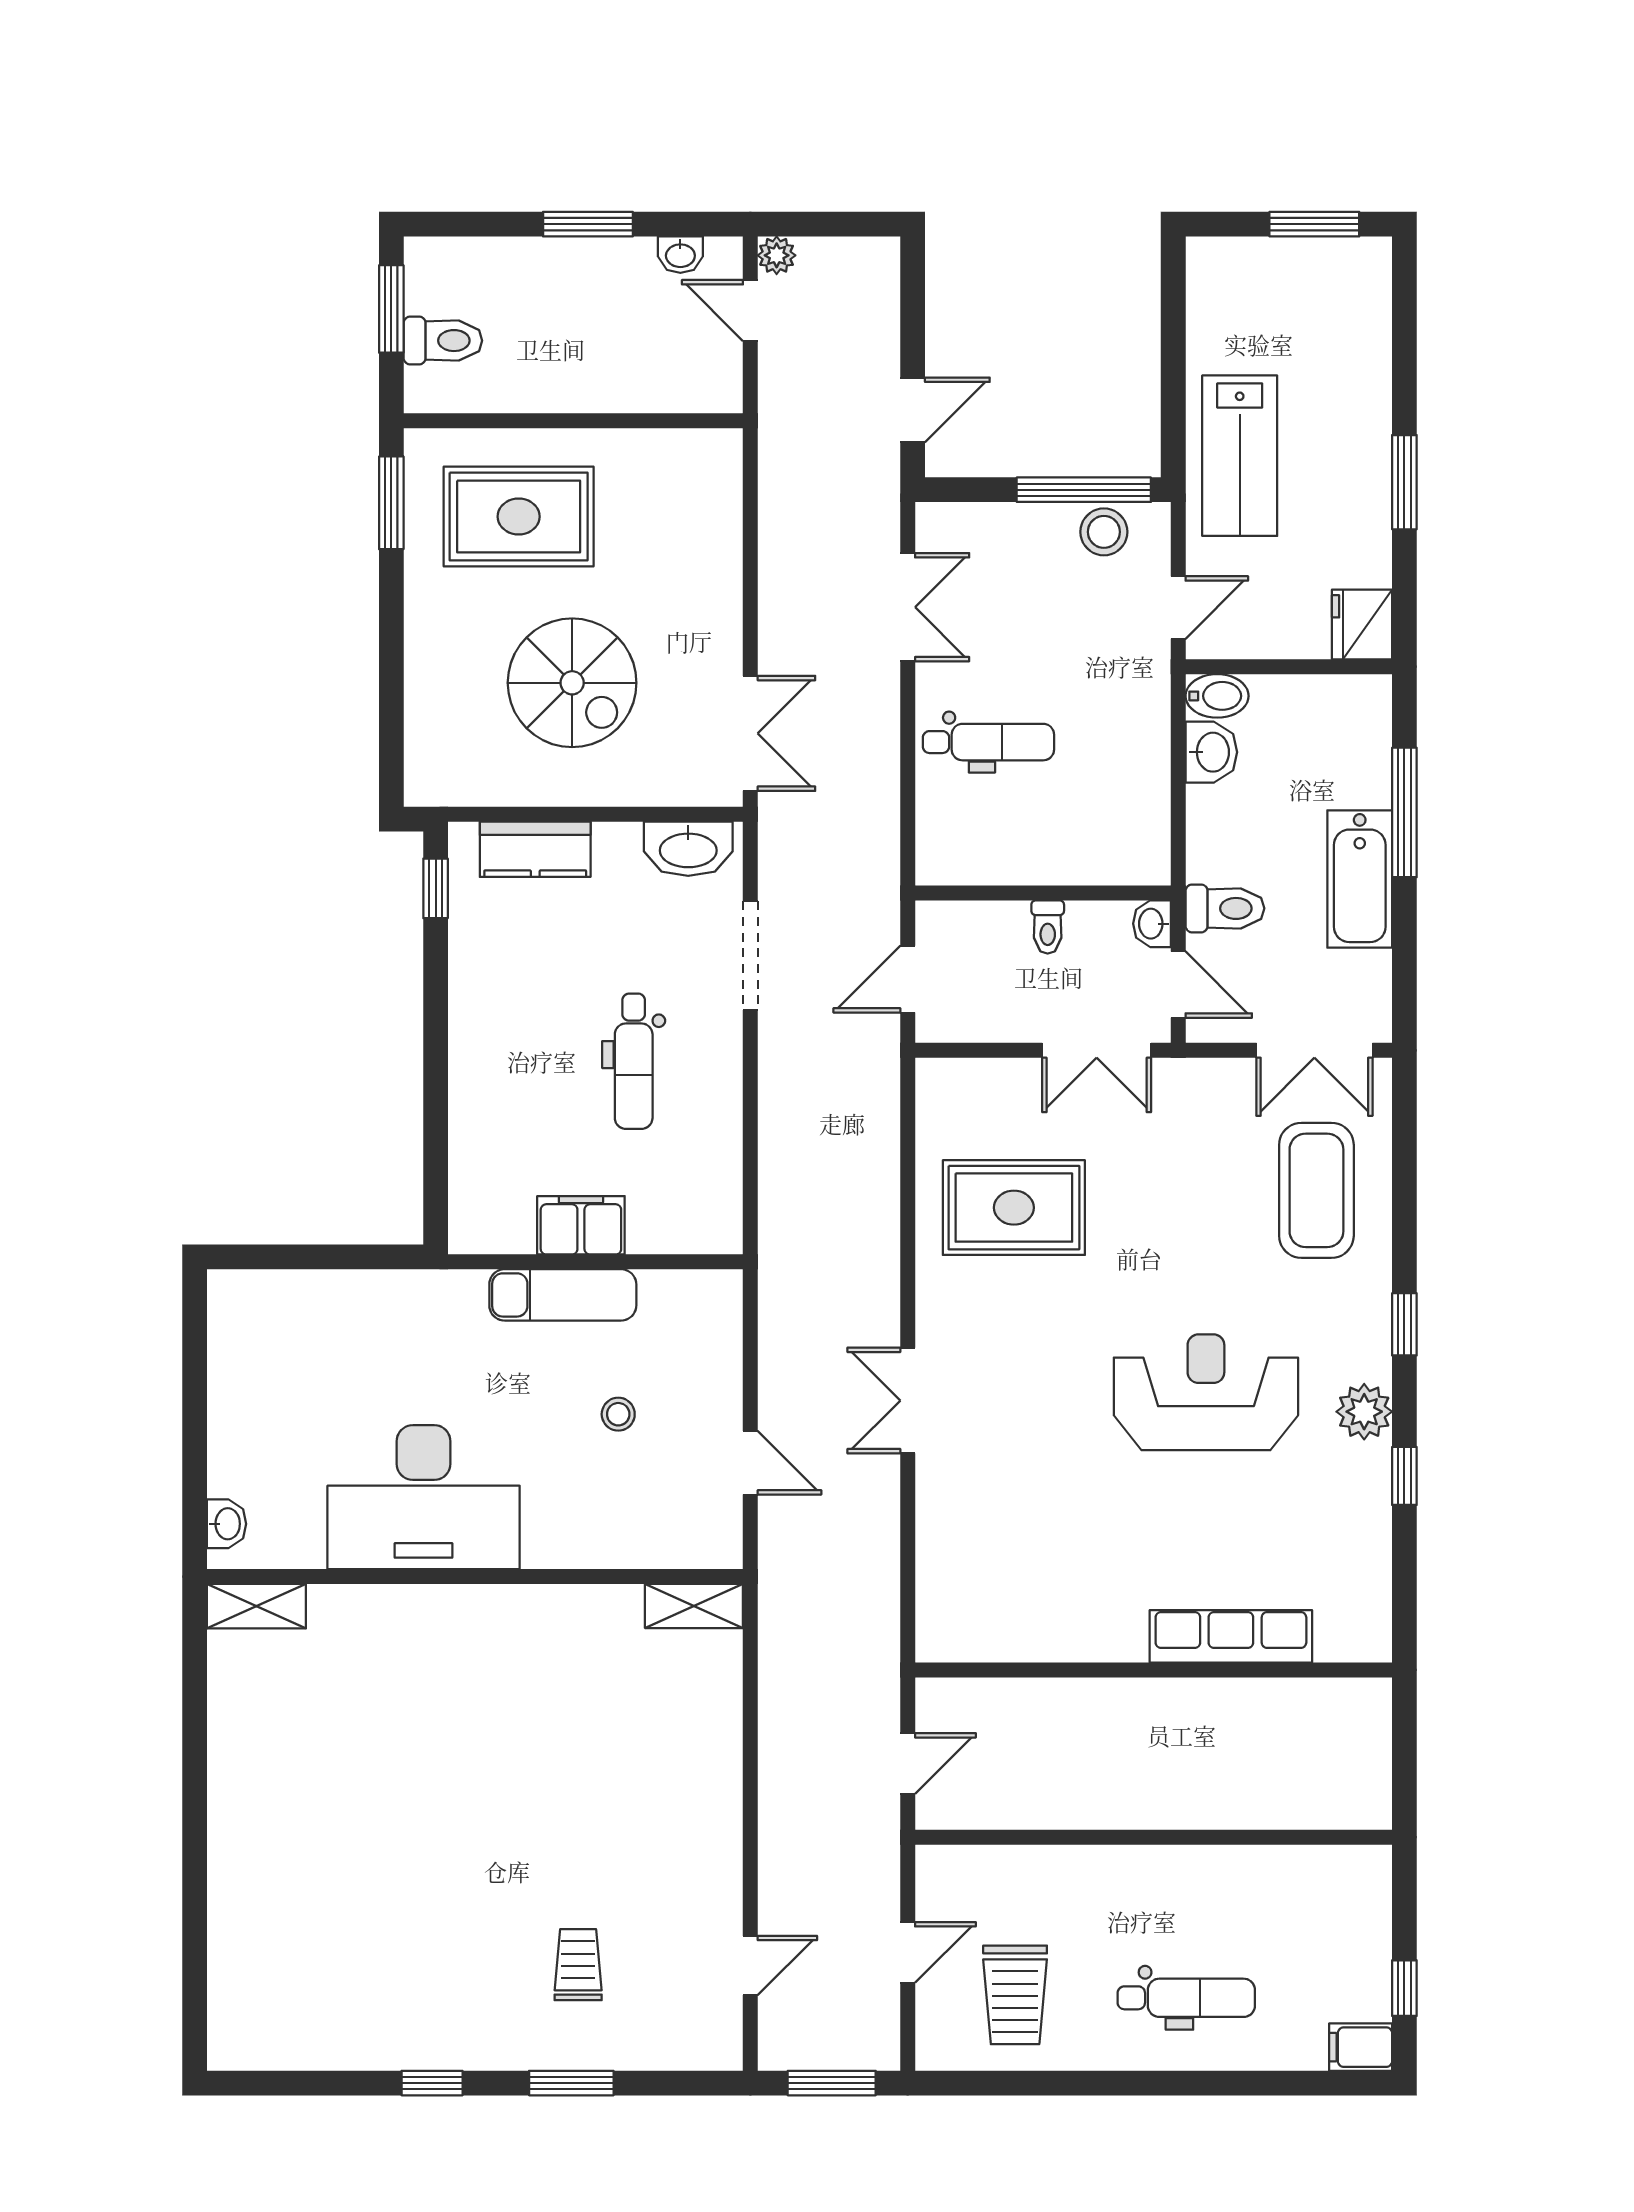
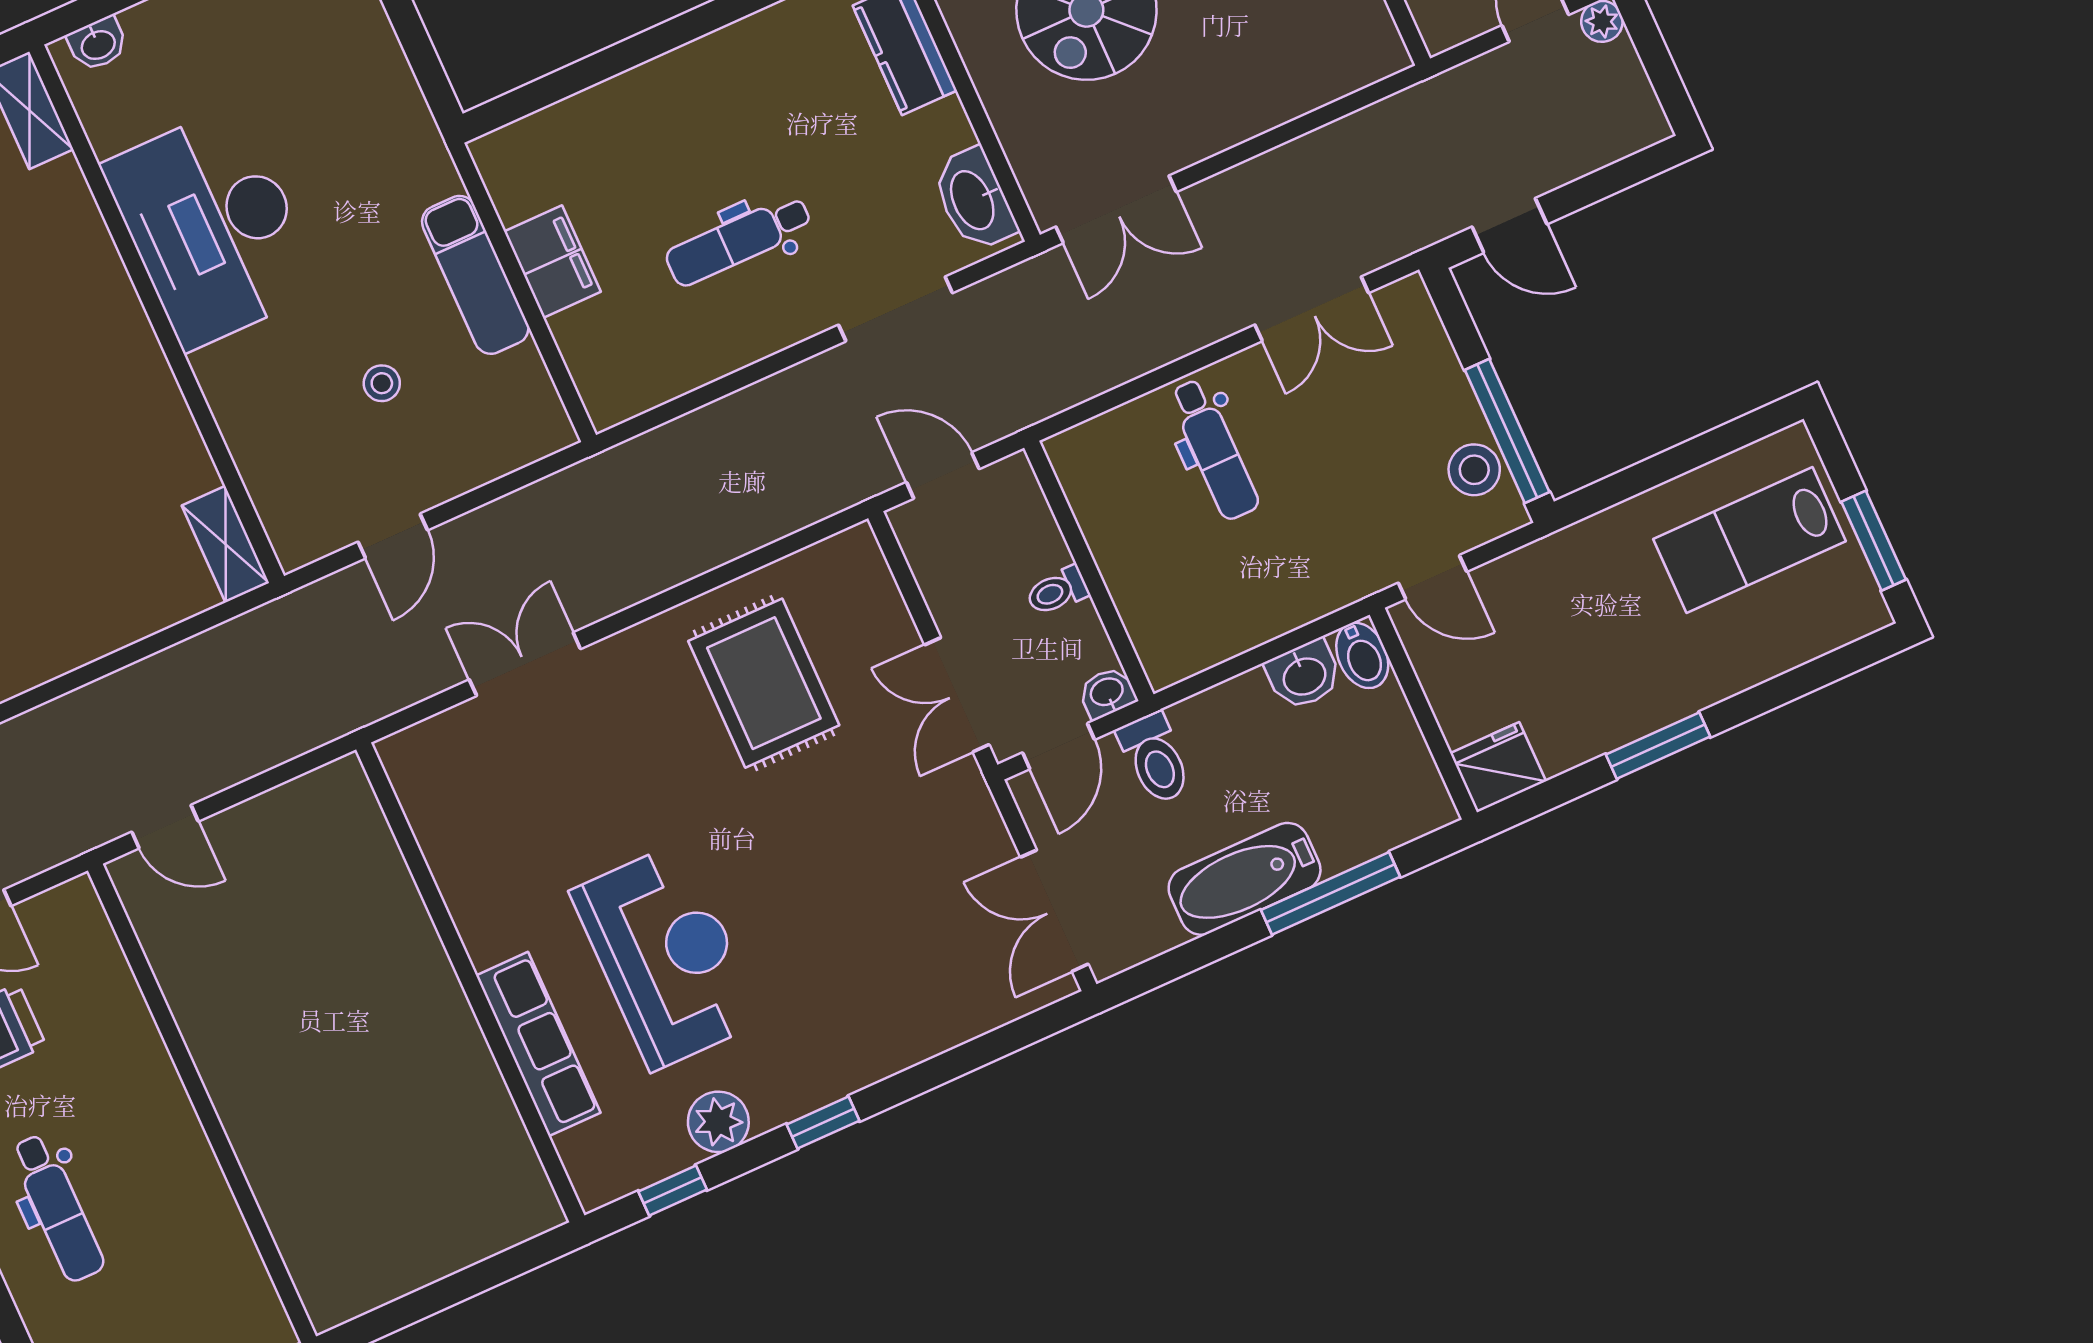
lab bench: (1240, 456) -> (1750, 540), moved
coffee table: (1316, 1190) -> (916, 975), removed
row of seats: (1231, 1636) -> (538, 1044), moved
wall: (1154, 1670) -> (470, 982), moved

